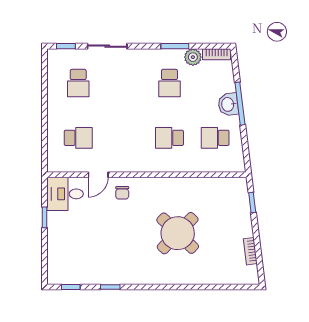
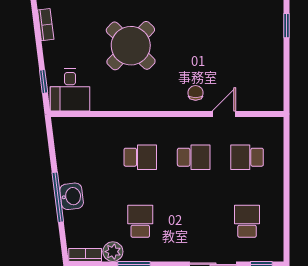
school desk: (215, 138) -> (194, 157), moved
desk: (65, 194) -> (70, 90), moved, turned 90
window: (45, 217) -> (286, 26), moved

